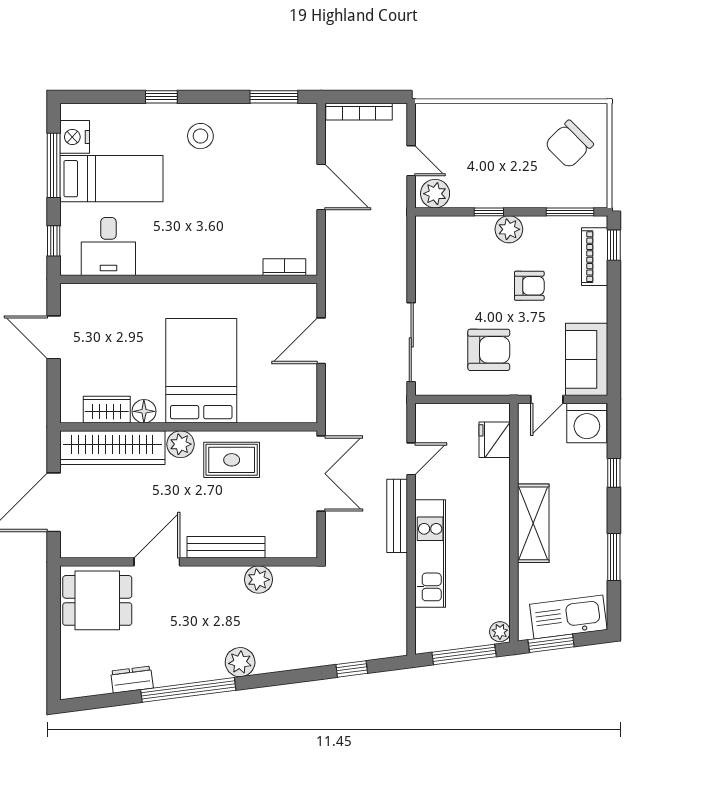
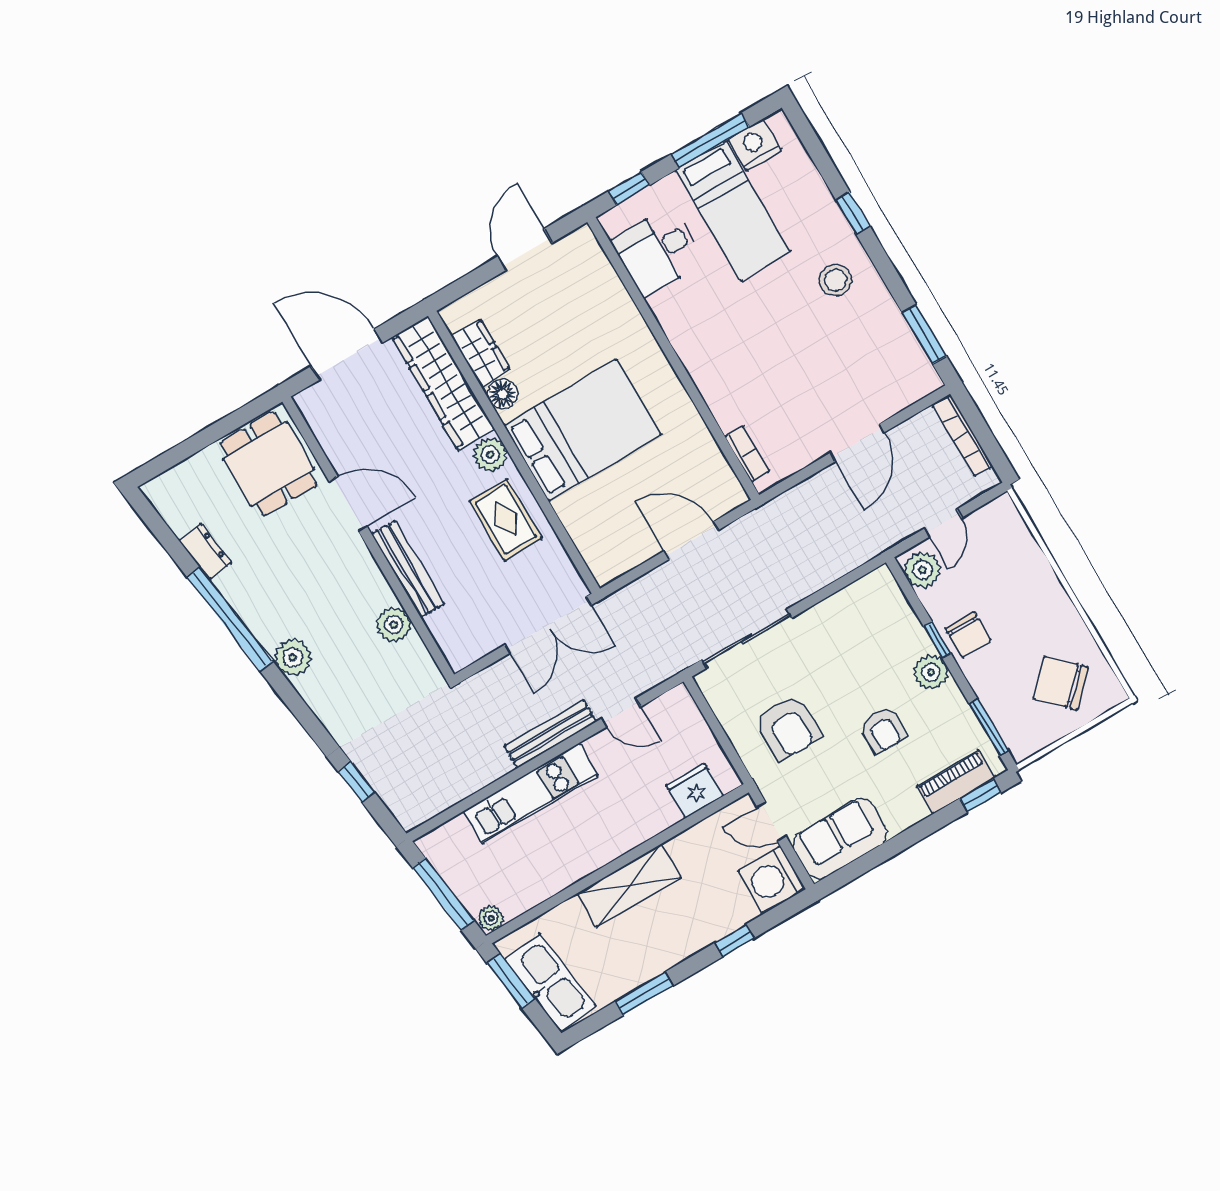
chair: (498, 188) -> (968, 635), added

